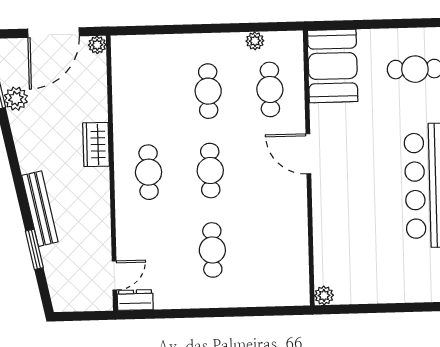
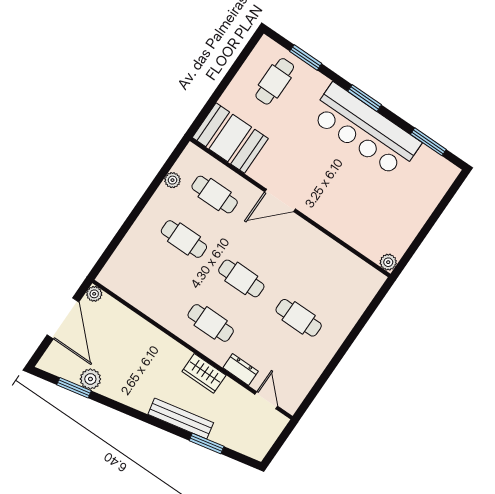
wardrobe: (96, 145) -> (204, 373), moved
dresser: (135, 300) -> (241, 369), moved, turned 90

